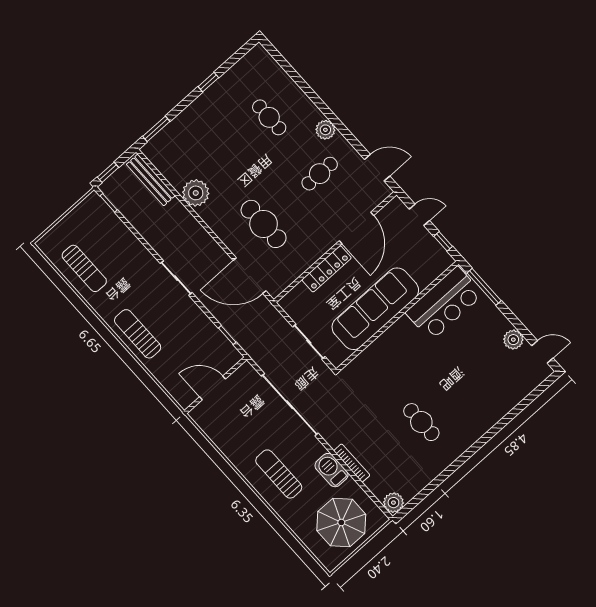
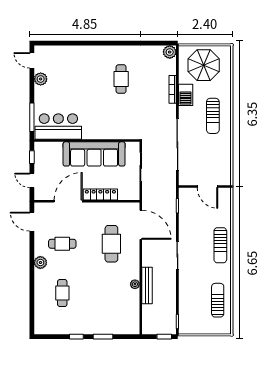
window: (156, 129) -> (103, 337), moved
bench: (151, 180) -> (147, 285), moved
plant: (196, 193) -> (135, 284), width x0.53, depth x0.53

